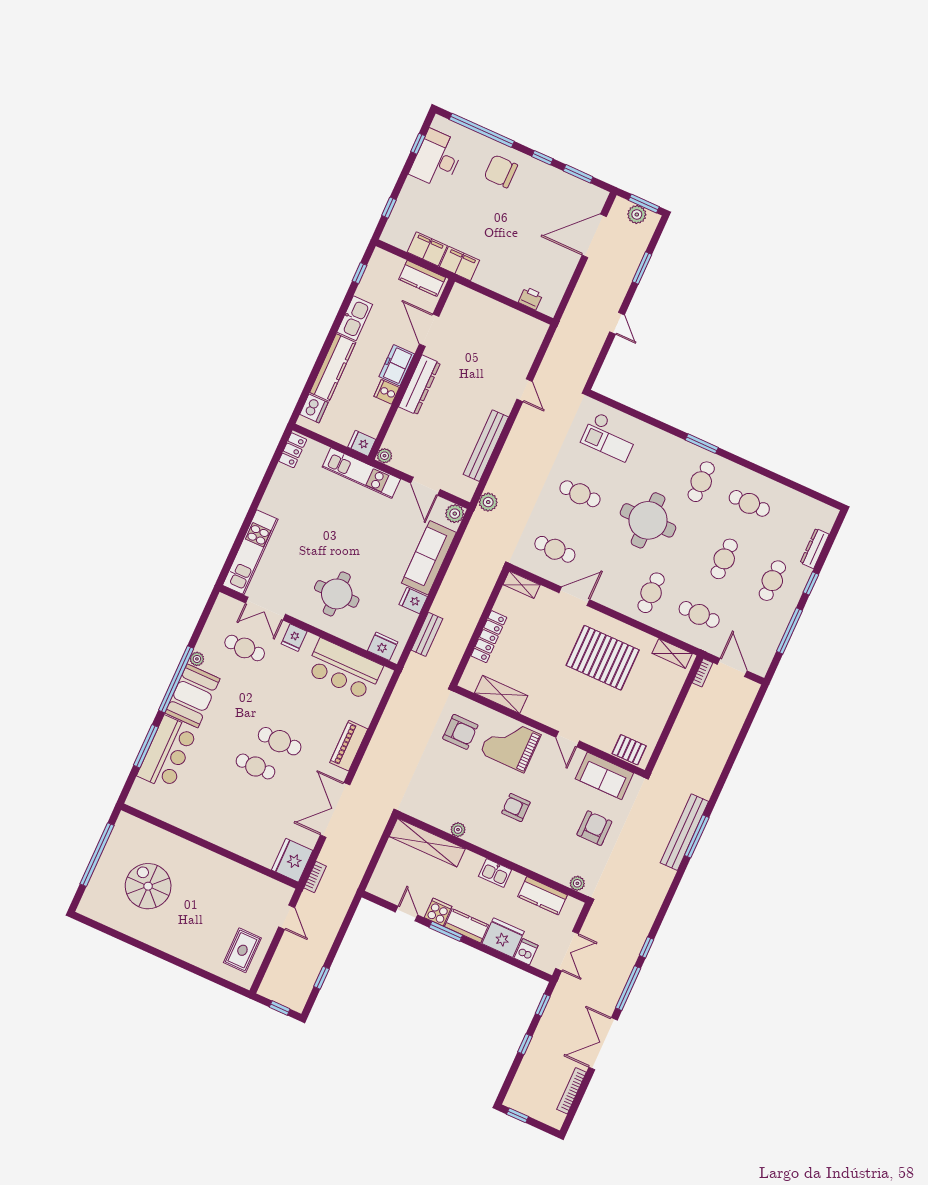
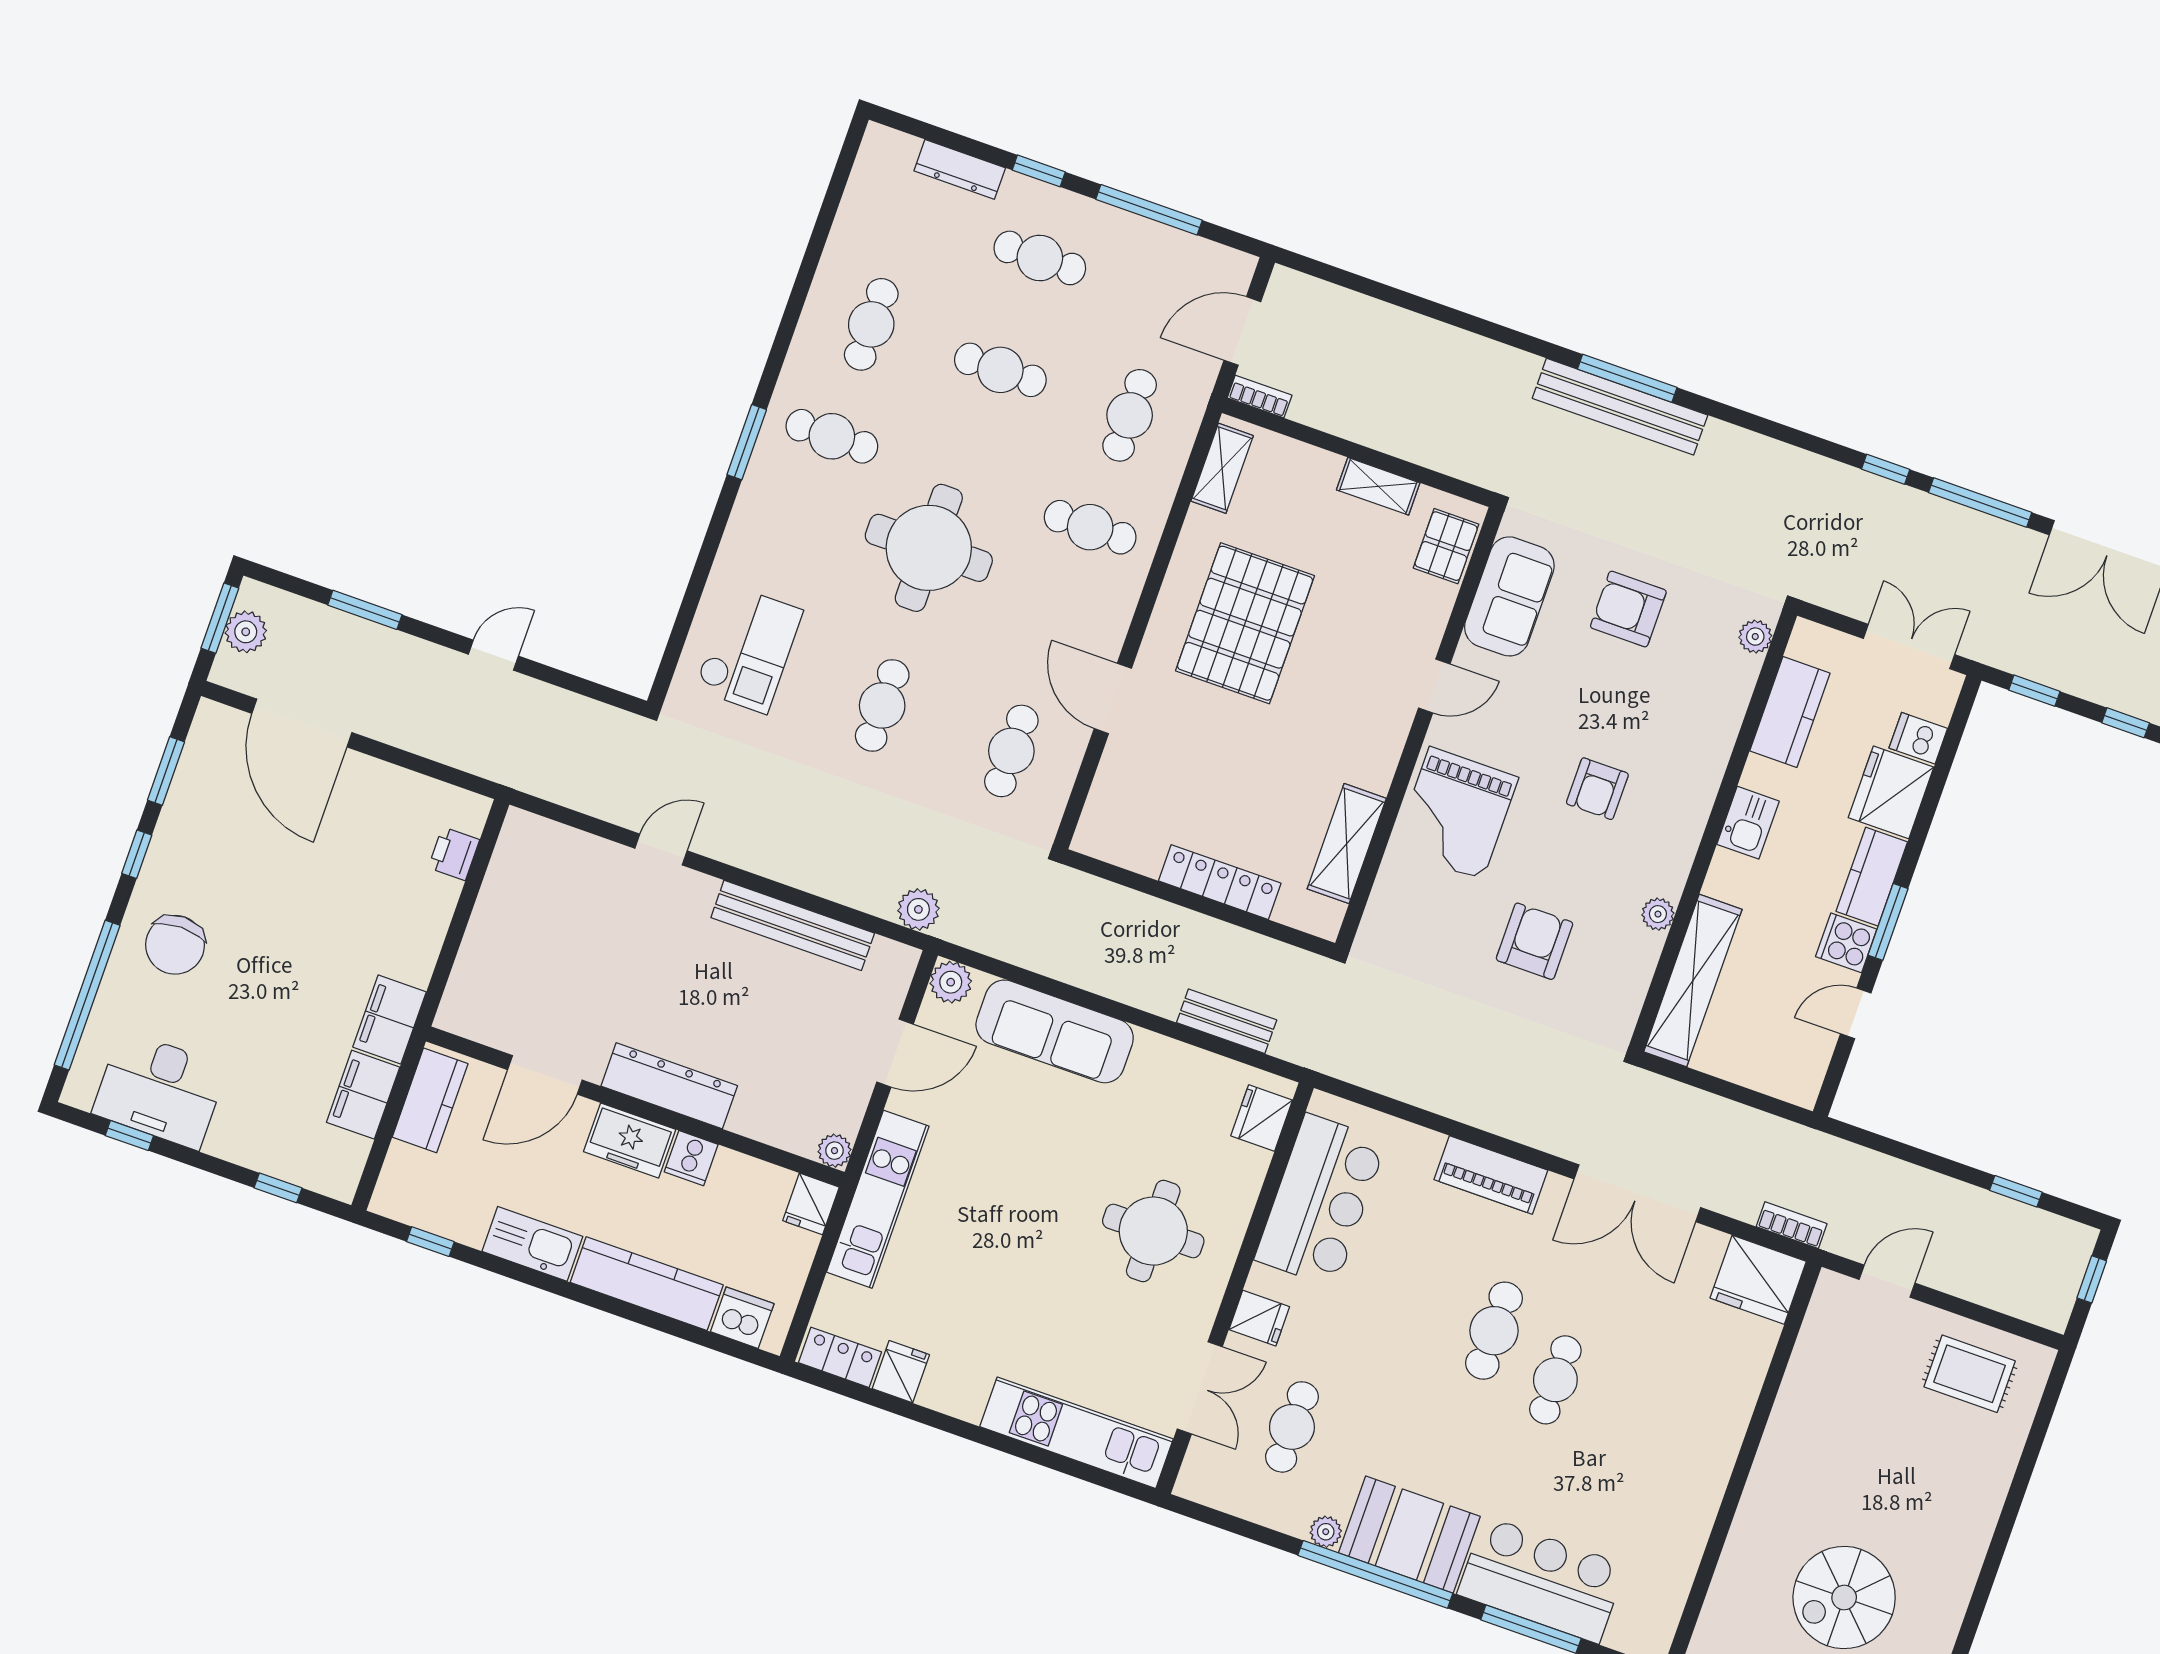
shelving: (522, 585) -> (1378, 486), moved, turned 90
fridge: (413, 601) -> (901, 1372), moved, turned 180
armchair: (460, 732) -> (1535, 941), moved

